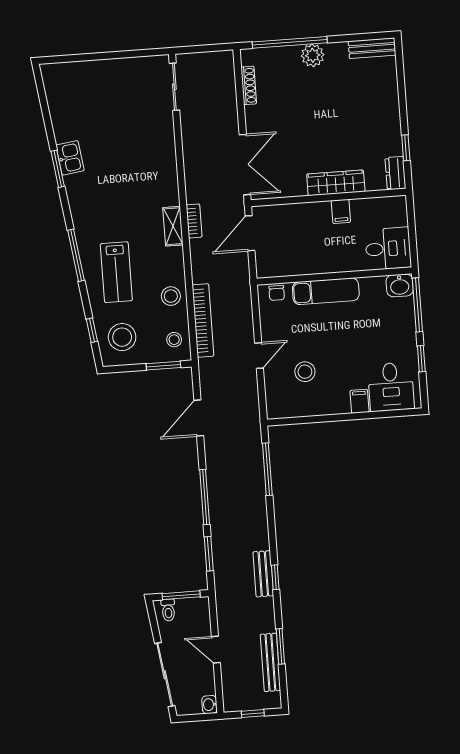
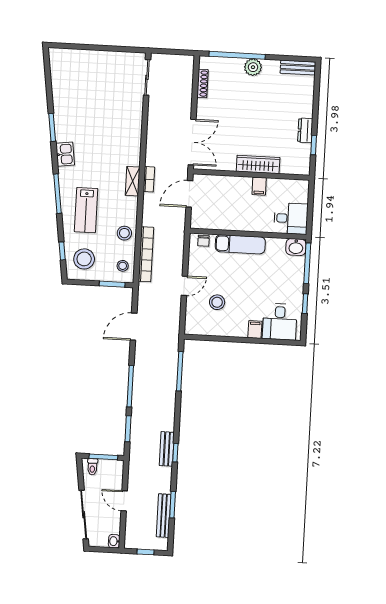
kitchen sink: (70, 158) -> (65, 154), moved
dresser: (395, 173) -> (305, 130), moved

